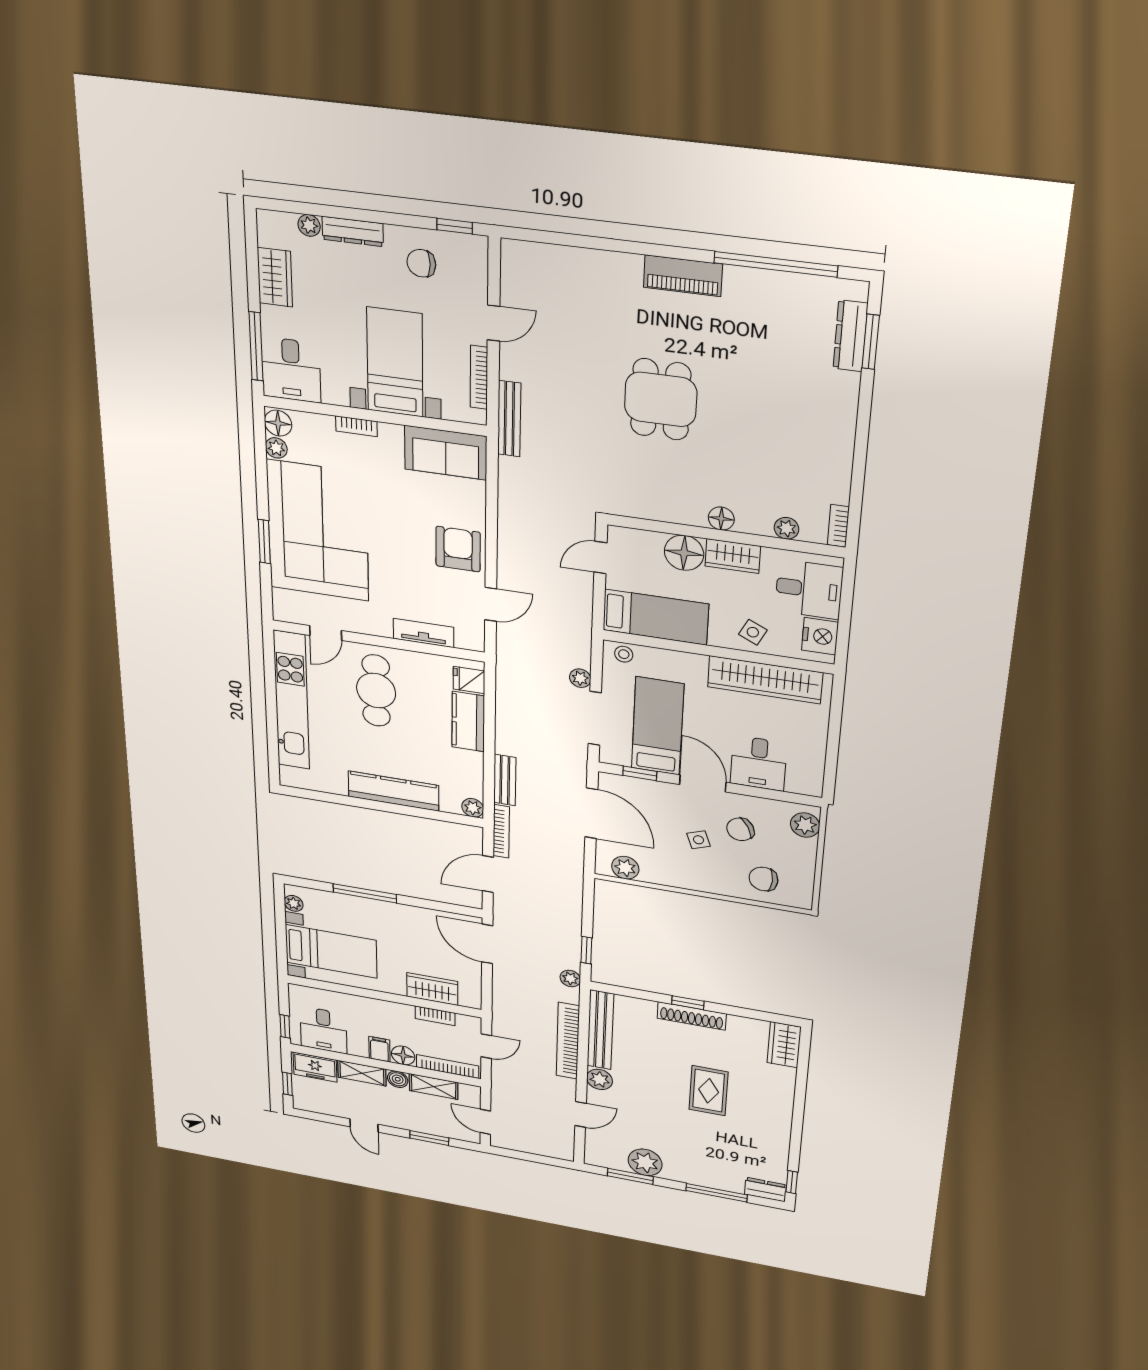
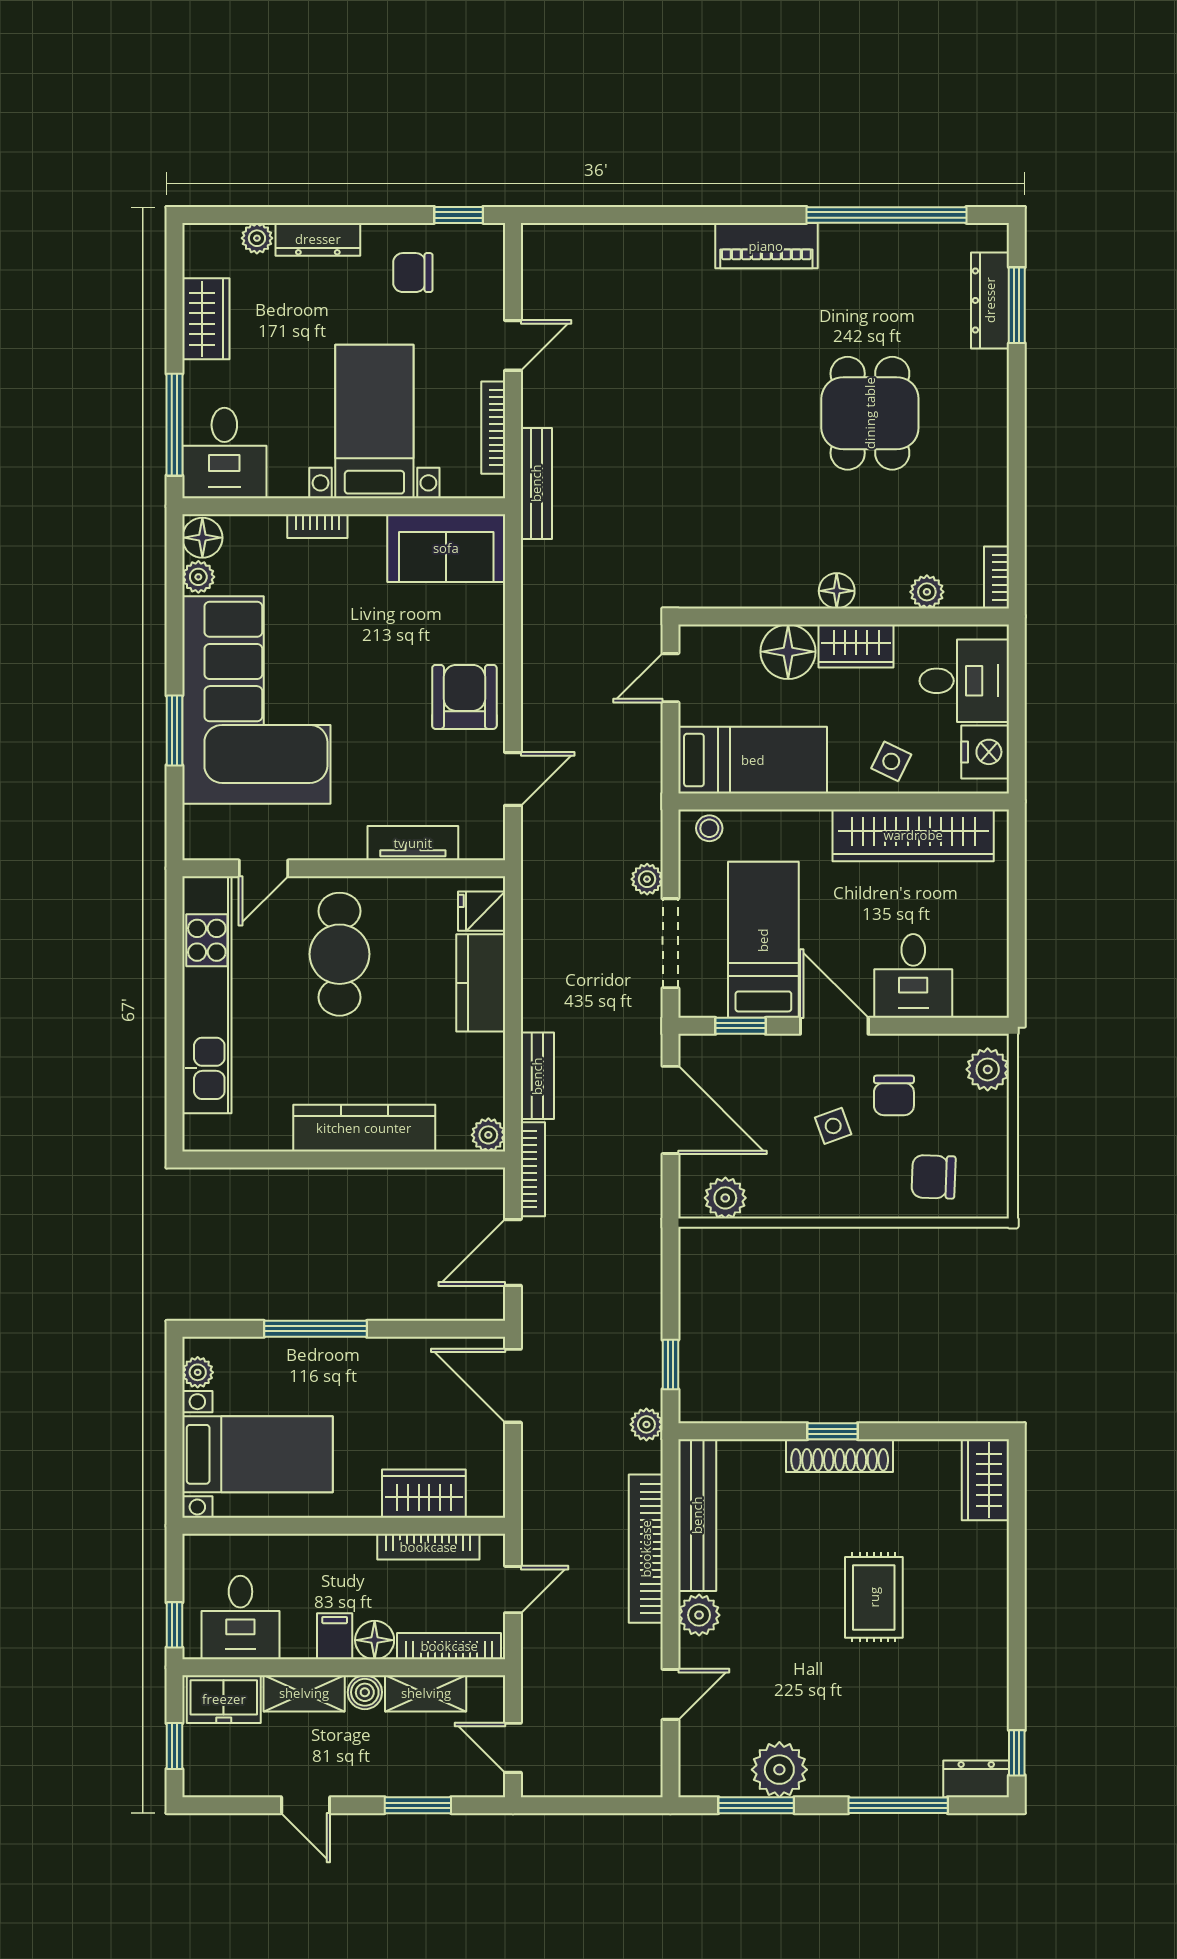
dining table: (661, 399) -> (870, 413), moved
chair: (740, 829) -> (894, 1095), turned -61
bookcase: (435, 1016) -> (428, 1547), width x1.56

